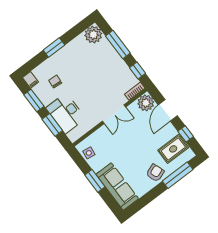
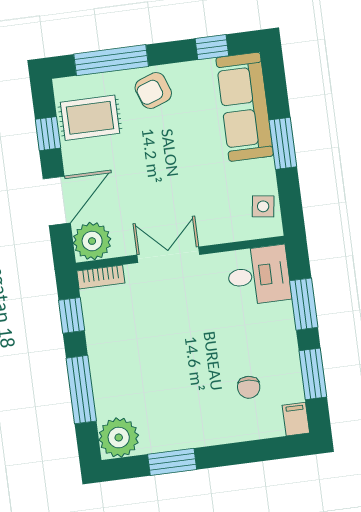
window: (54, 48) -> (172, 462), moved
desk: (66, 113) -> (259, 275), moved, width x0.73
window: (142, 202) -> (212, 47), added

